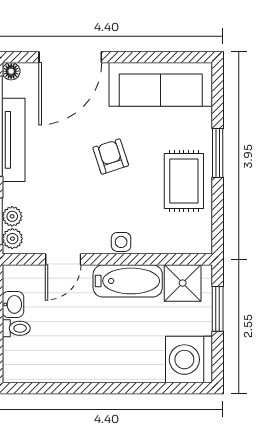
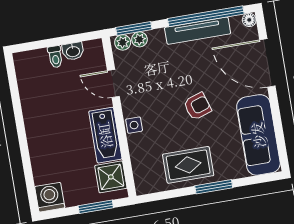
washing machine: (189, 360) -> (50, 197), width x0.73, depth x0.73

